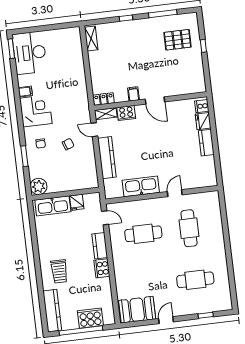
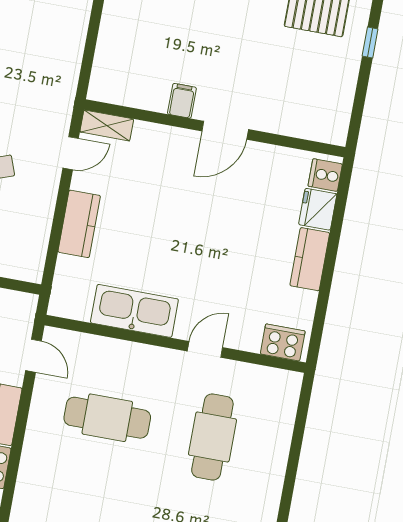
locker: (104, 99) -> (112, 92), removed
door: (155, 101) -> (225, 130), hinge flipped
cooker: (126, 113) -> (283, 342), moved, turned 180
door: (94, 130) -> (71, 153), swing flipped
kitchen counter: (107, 158) -> (79, 224), width x0.67

